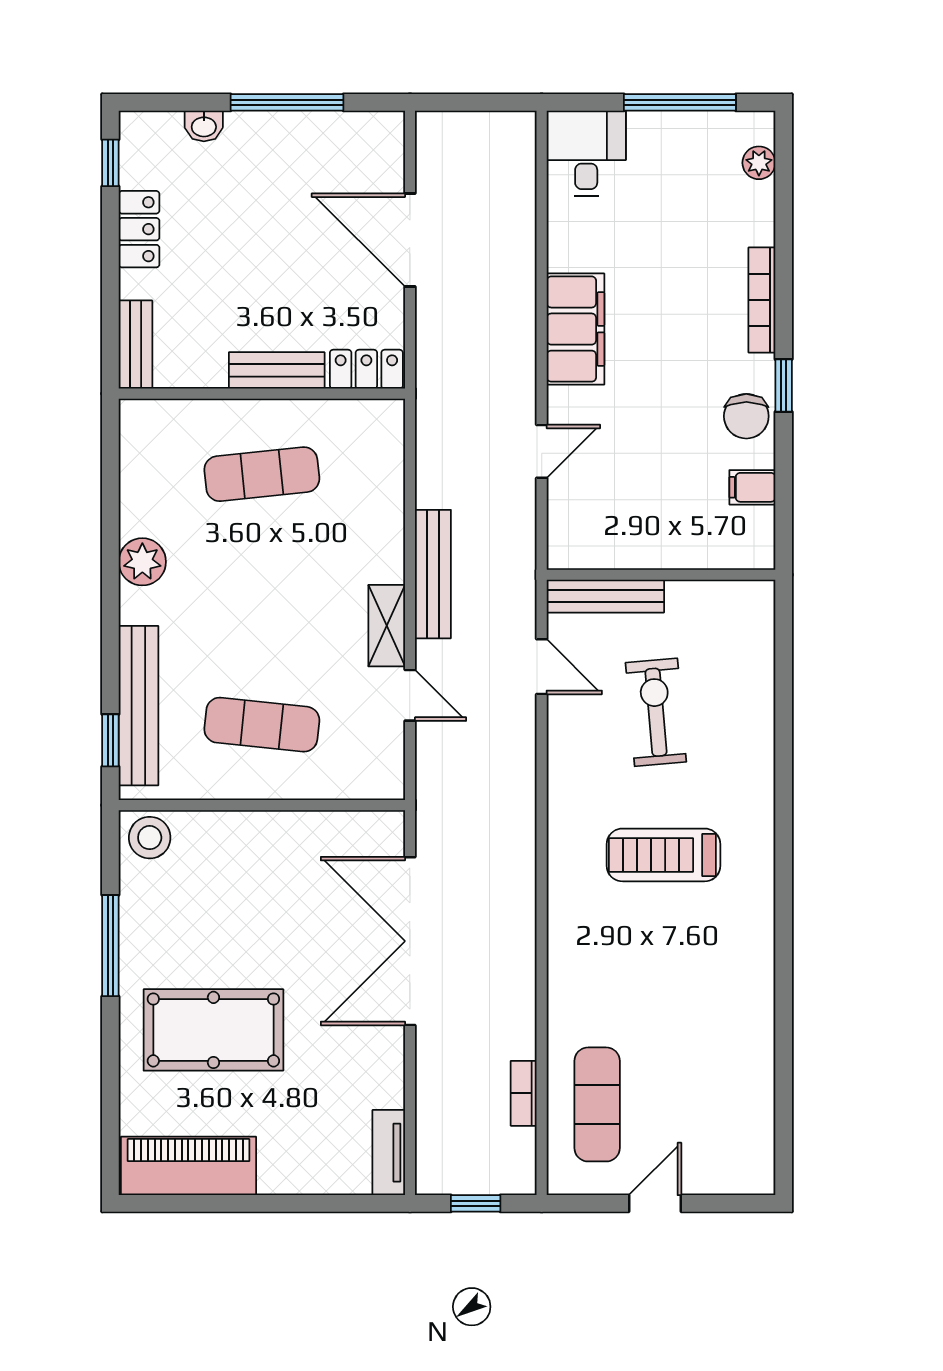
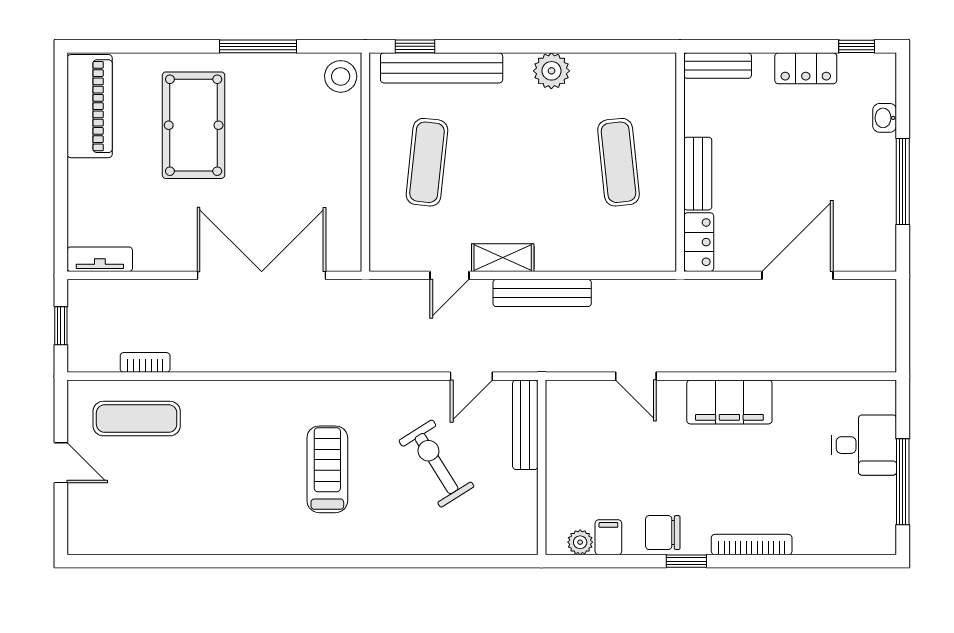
desk: (586, 153) -> (864, 445), moved
plant: (759, 163) -> (580, 542), moved
exercise bike: (656, 712) -> (436, 464), turned -117

